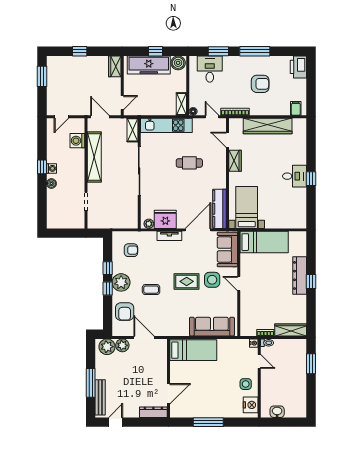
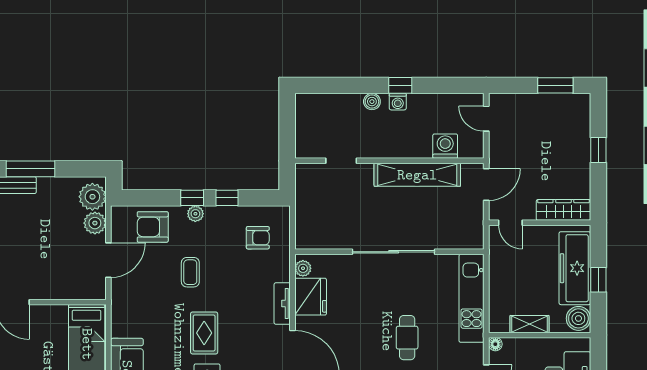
wardrobe: (115, 66) -> (563, 210), width x1.50
shelving: (181, 104) -> (529, 324), moved
shelving: (132, 130) -> (464, 240), removed
armchair: (131, 250) -> (258, 238), turned -90
plant: (121, 282) -> (195, 214), width x0.53, depth x0.53

